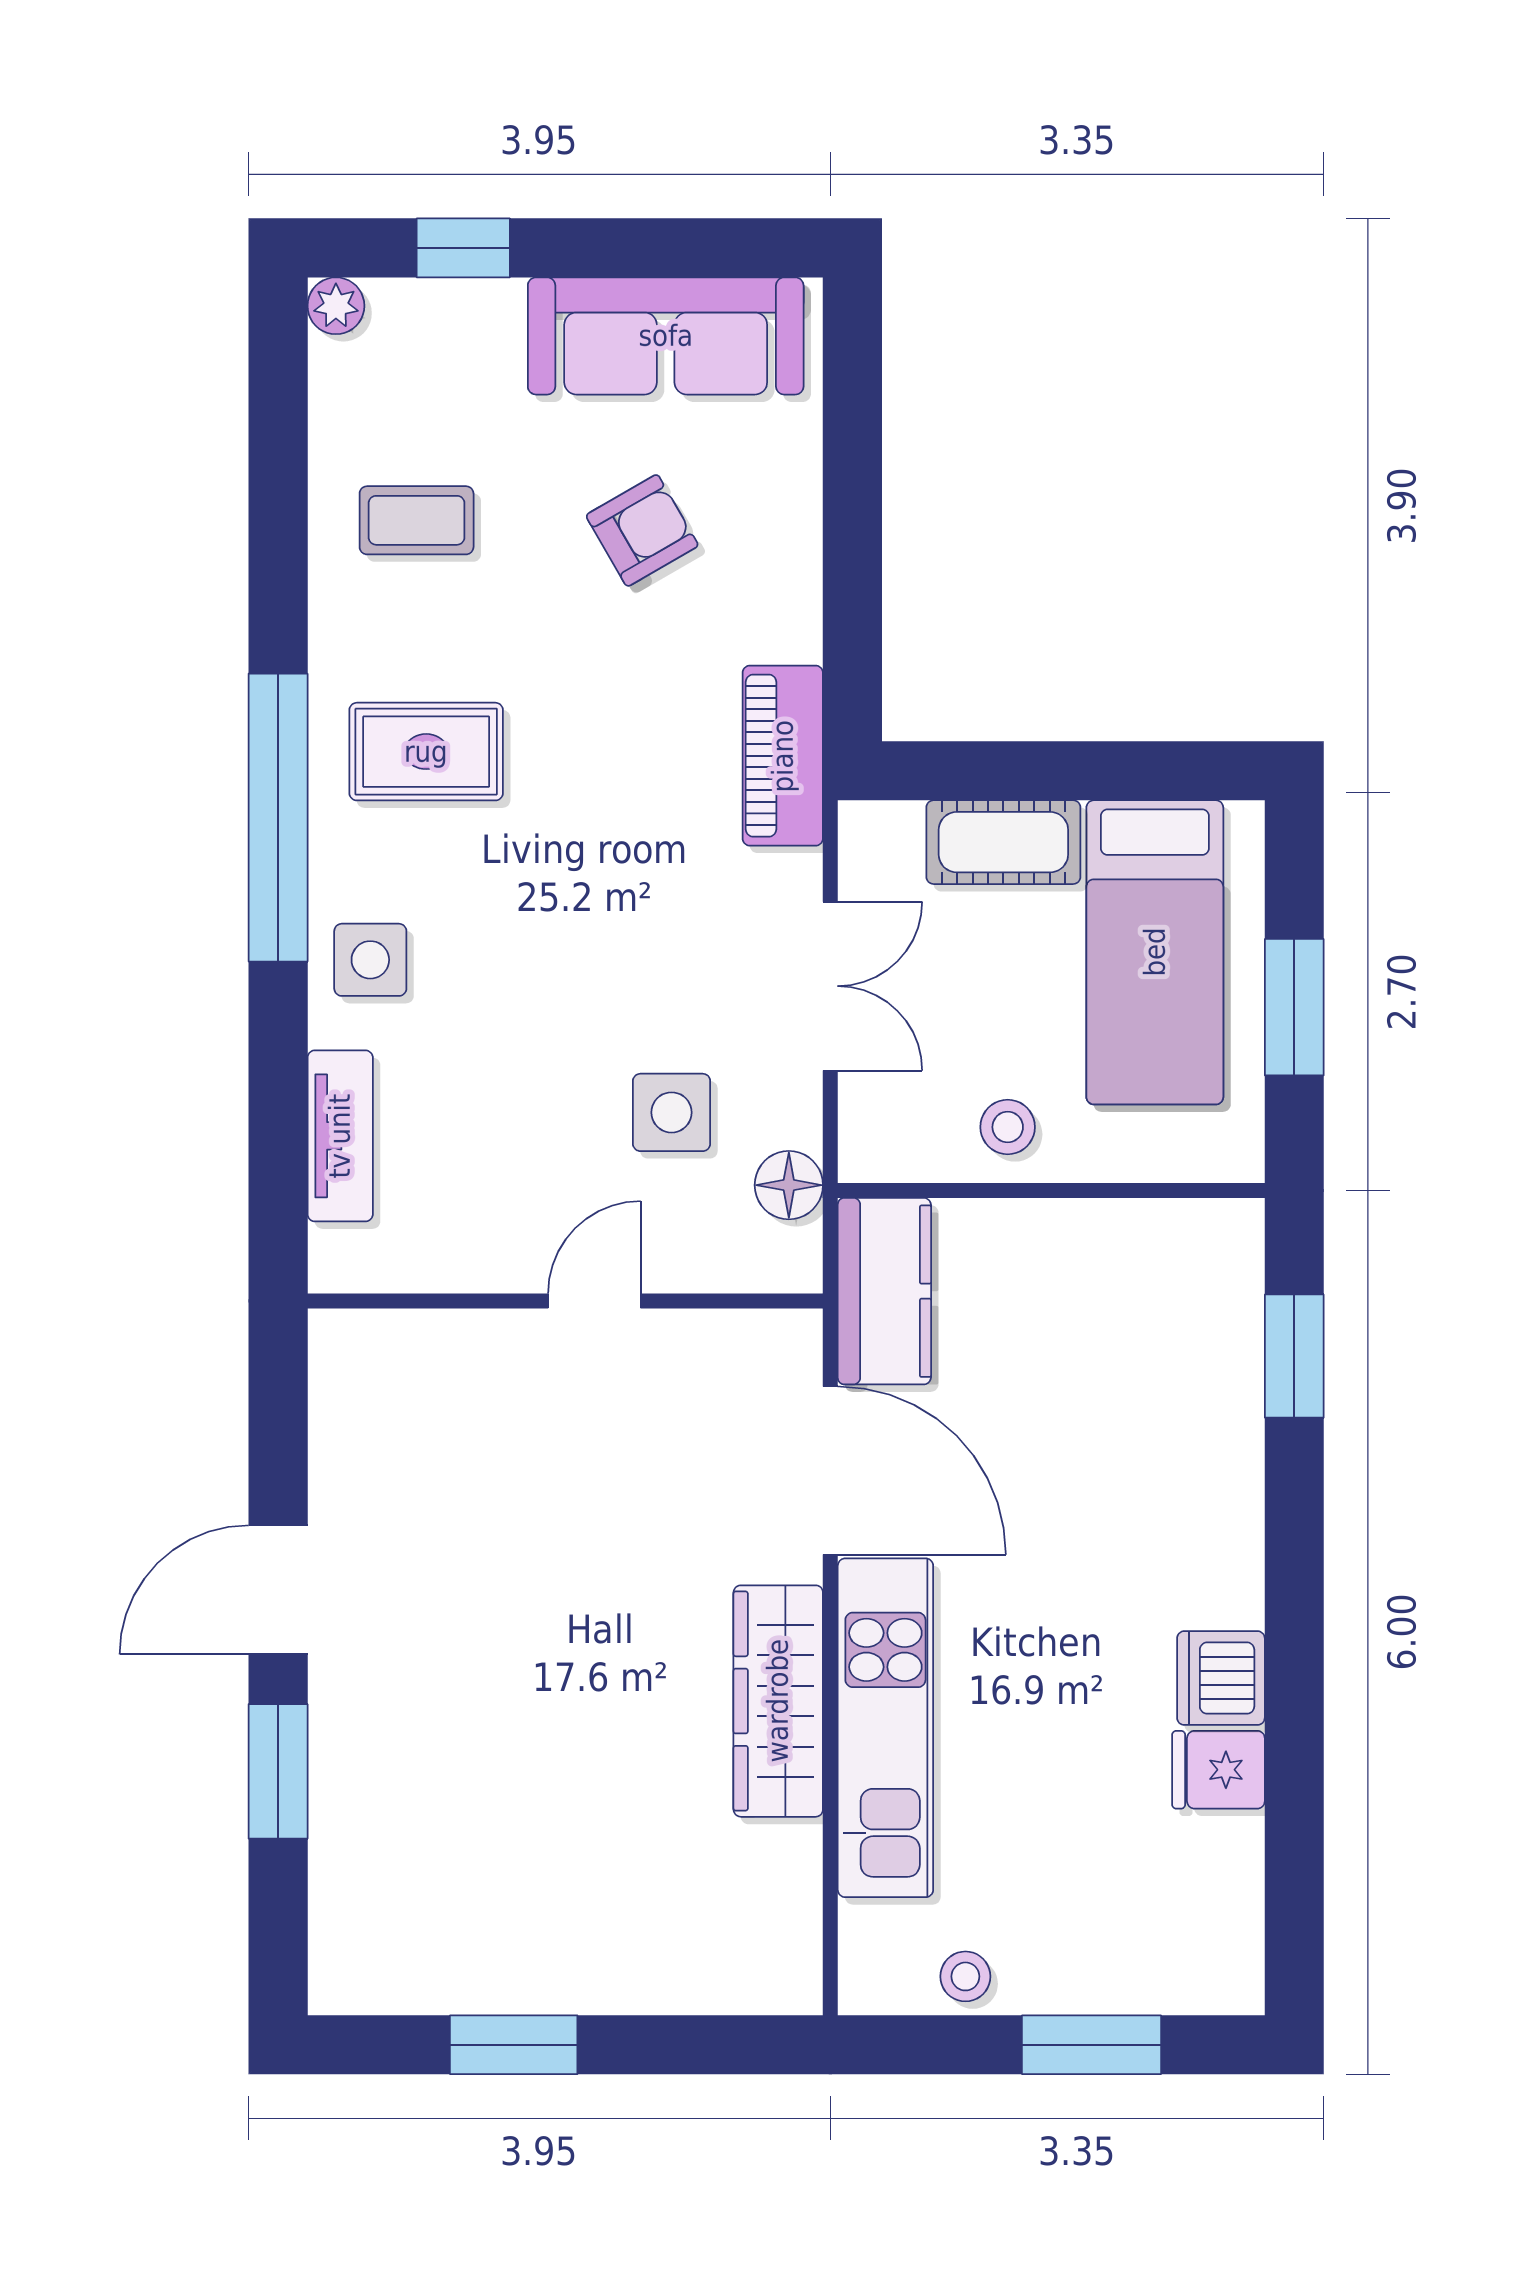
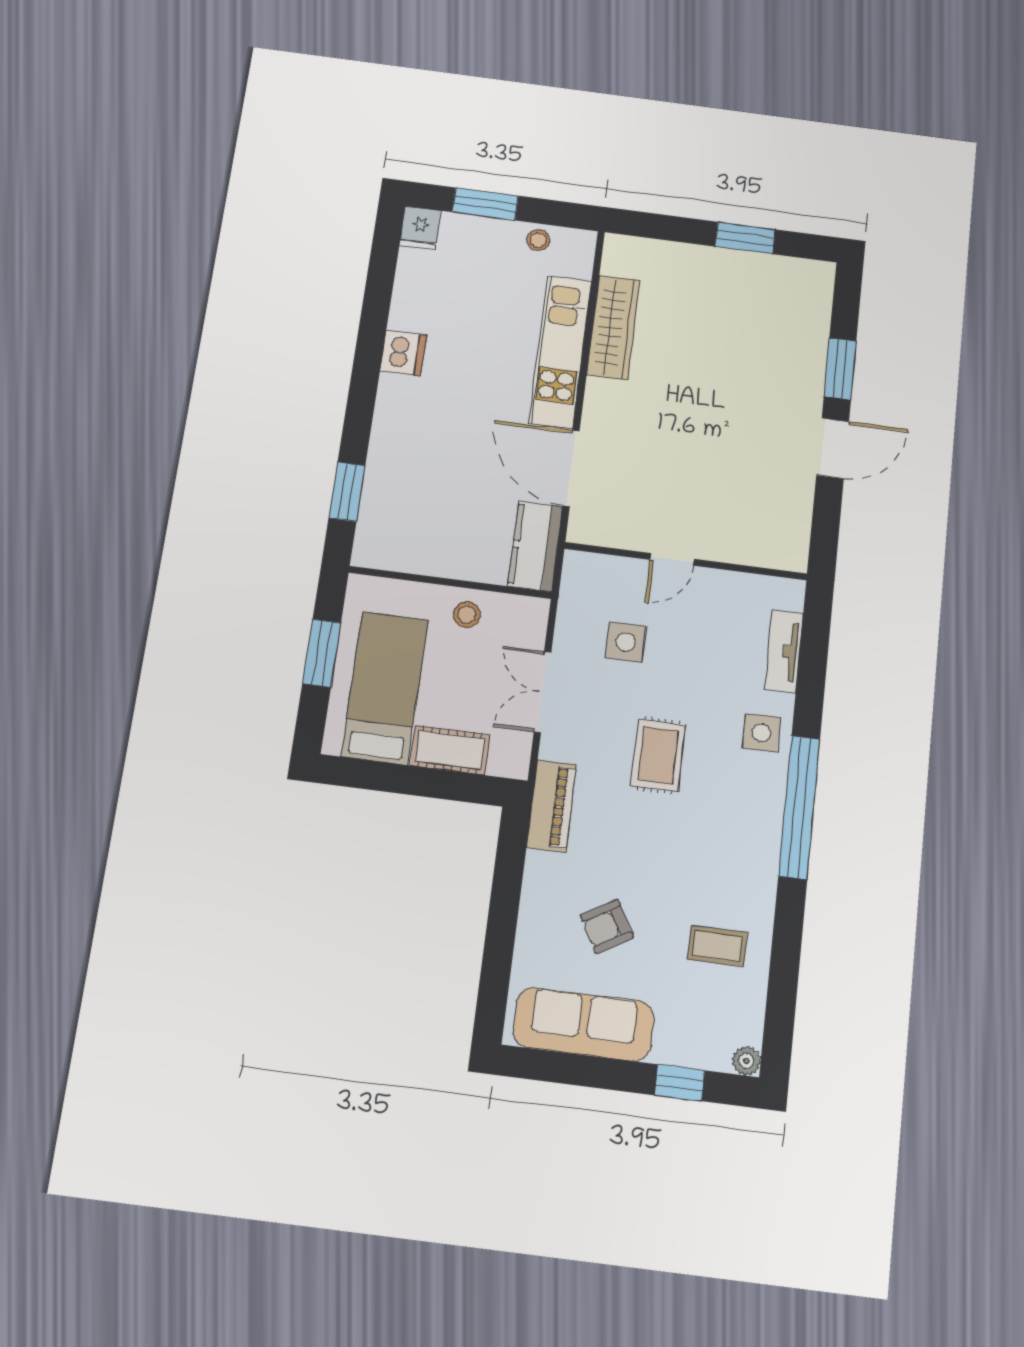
rug: (426, 752) -> (658, 755), moved, turned 90
floor lamp: (789, 1185) -> (574, 601), removed
wardrobe: (778, 1701) -> (613, 327), moved
fridge: (1218, 1770) -> (420, 228), moved, turned 90

